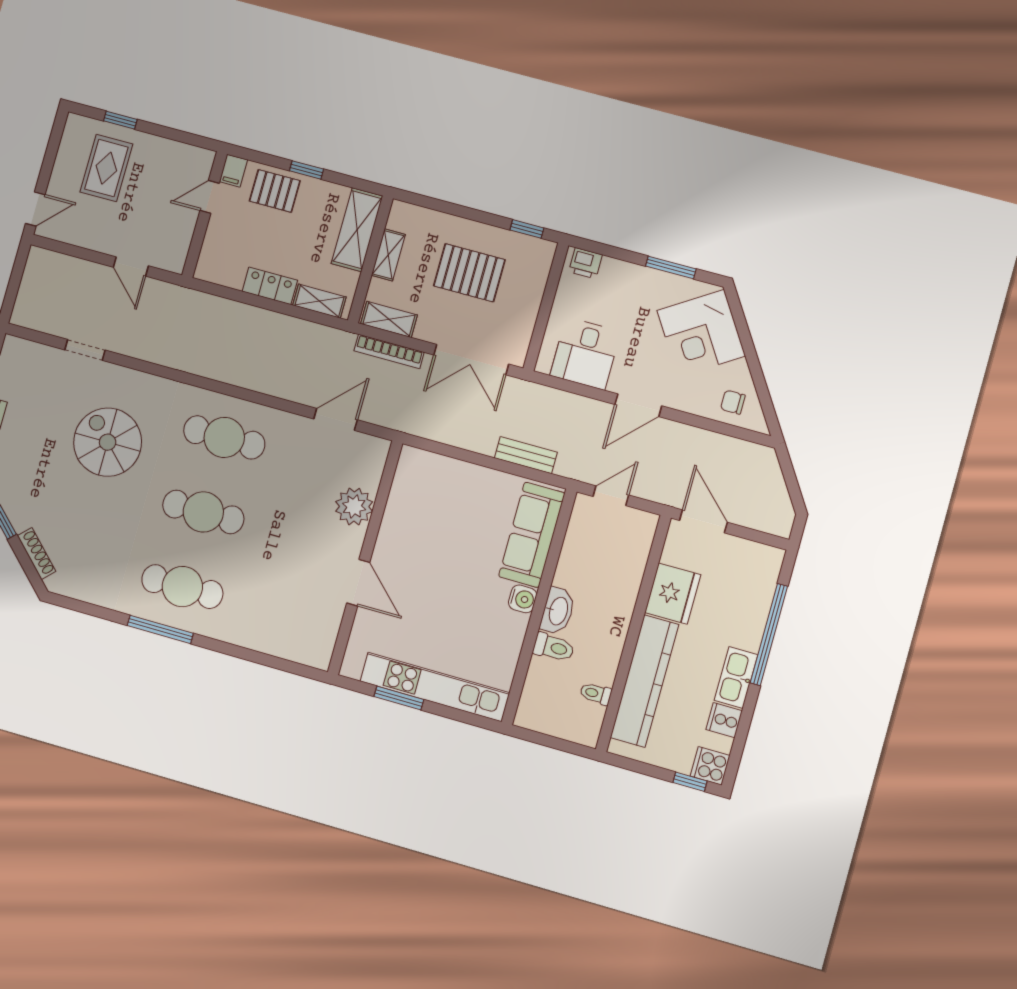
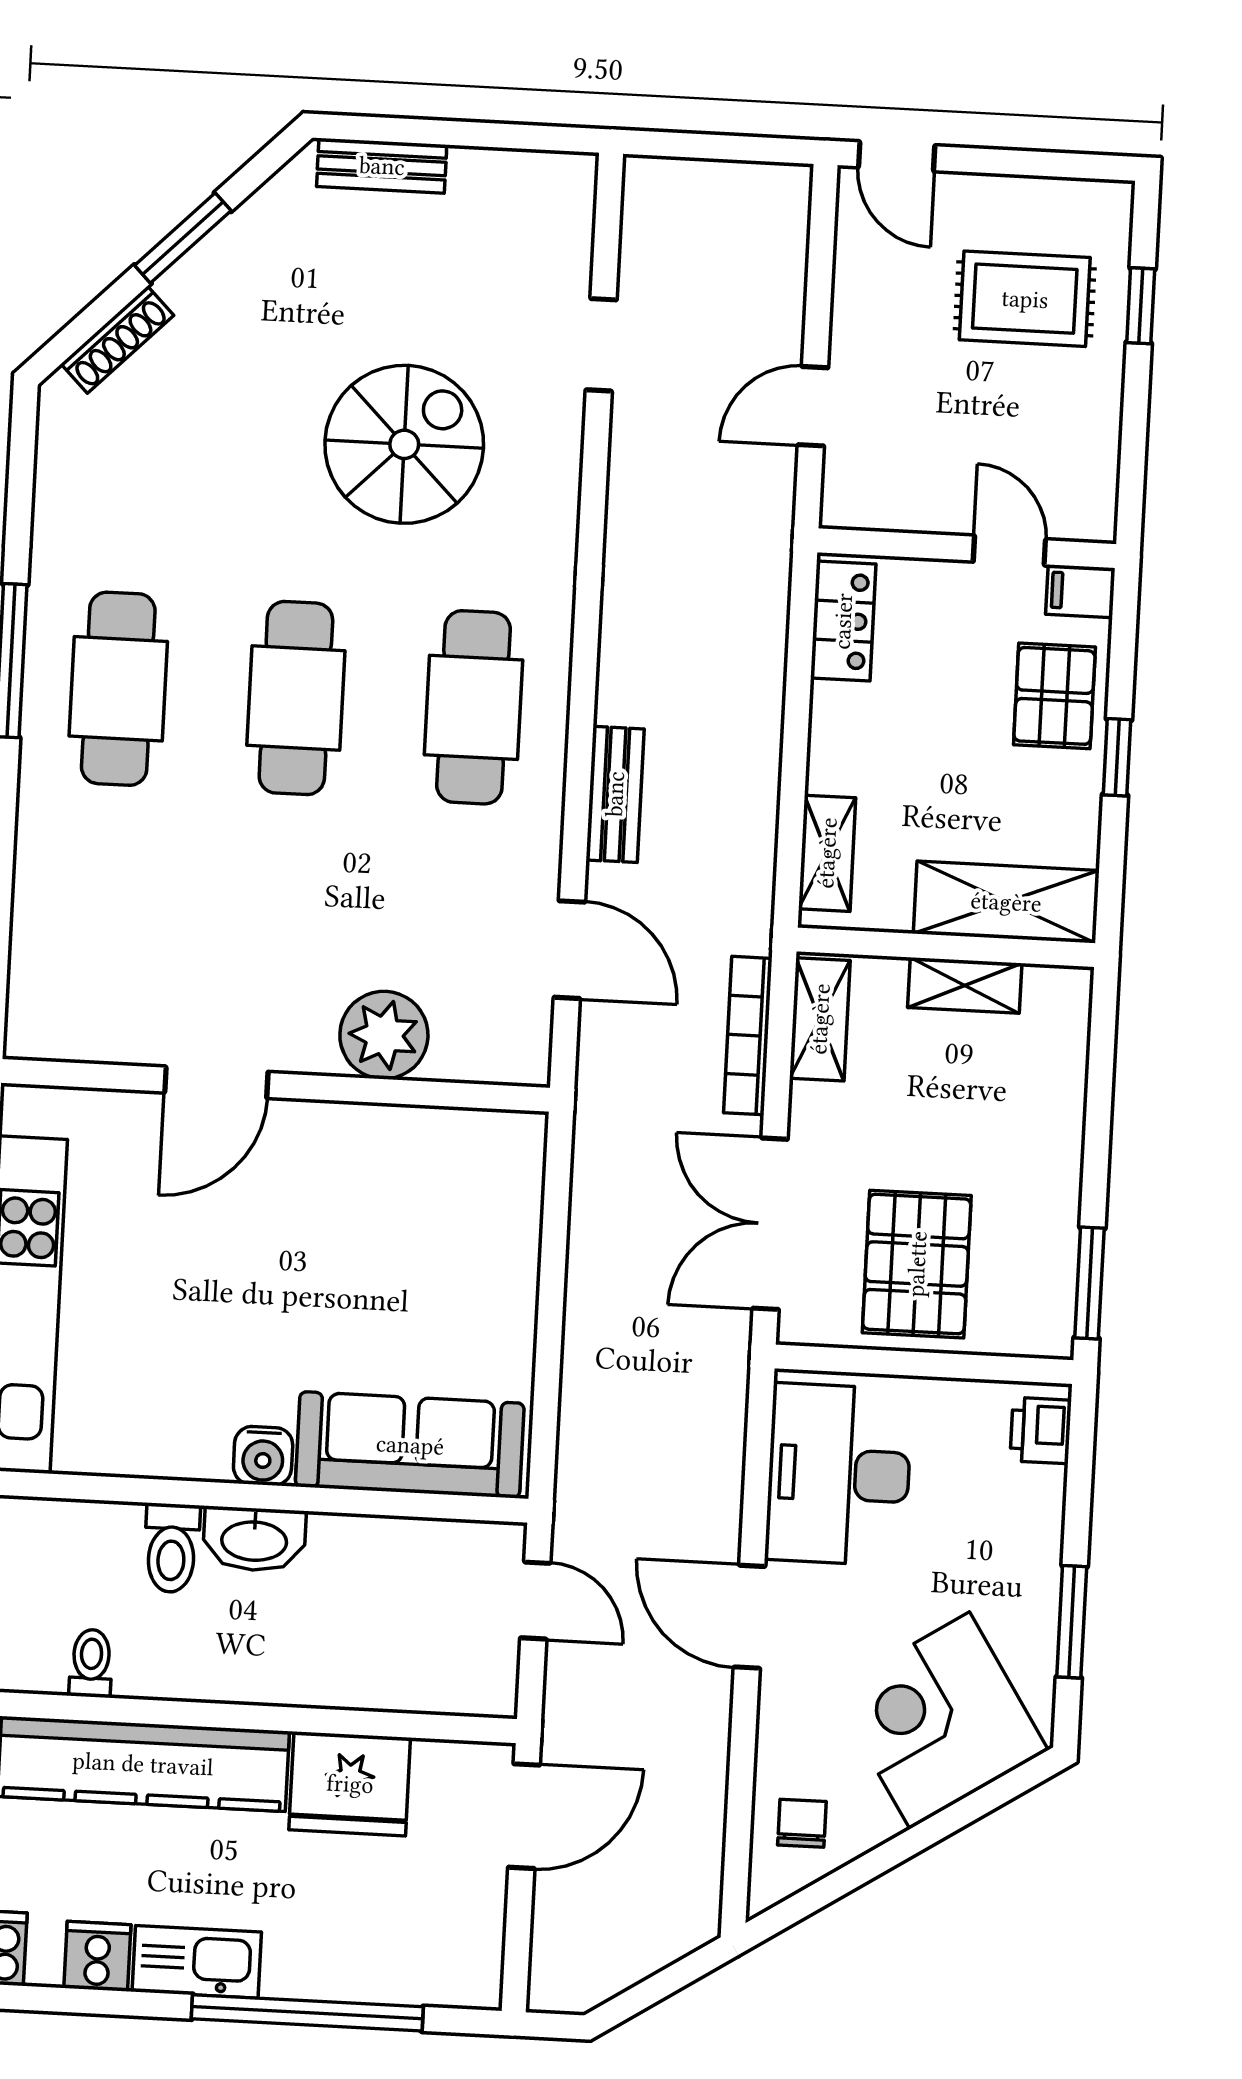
window: (527, 229) -> (1089, 1283), width x1.50
pallet: (469, 273) -> (917, 1264), moved
locker: (270, 286) -> (843, 621), moved
desk: (585, 354) -> (839, 1474), width x1.37
bench: (526, 455) -> (615, 794), moved

